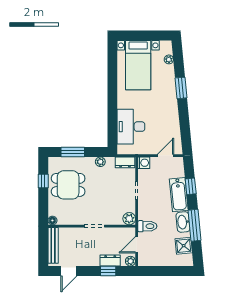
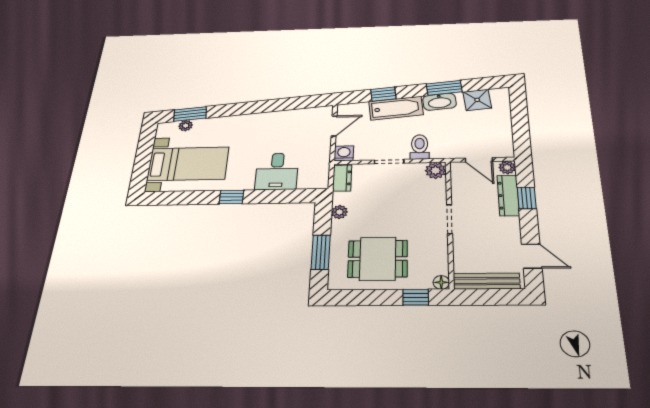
window: (181, 88) -> (190, 114), moved
window: (112, 96) -> (231, 197), added
desk: (131, 127) -> (277, 171), width x0.73
door: (165, 156) -> (334, 126), swing flipped
window: (43, 181) -> (416, 297), moved
dining table: (68, 185) -> (378, 259), turned 90
window: (194, 225) -> (444, 88), width x0.69
toilet: (147, 226) -> (420, 147), moved
dresser: (110, 261) -> (508, 195), width x1.44

